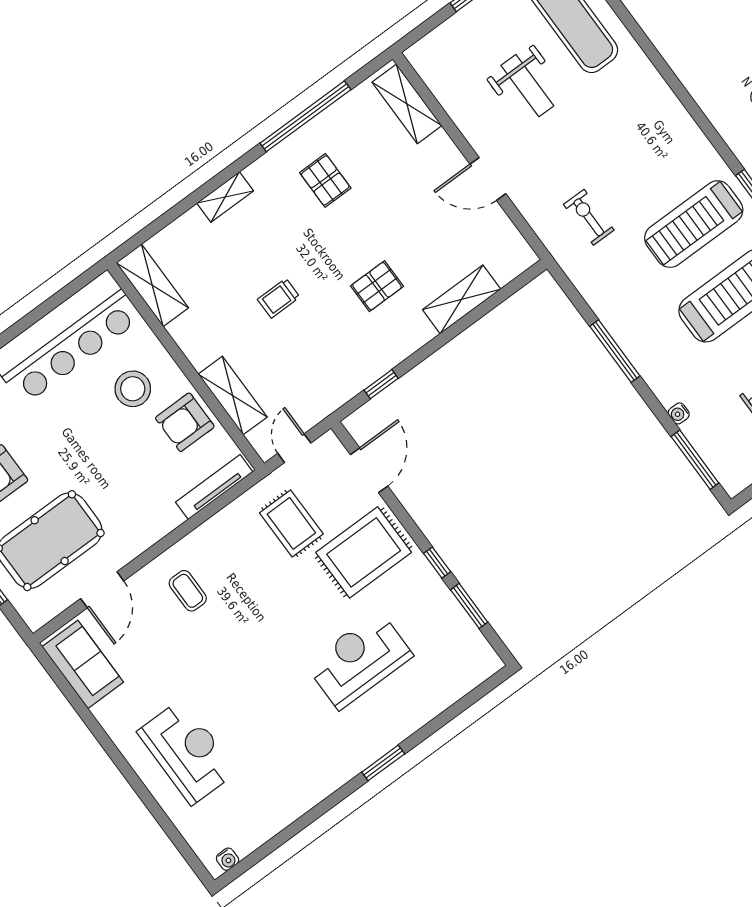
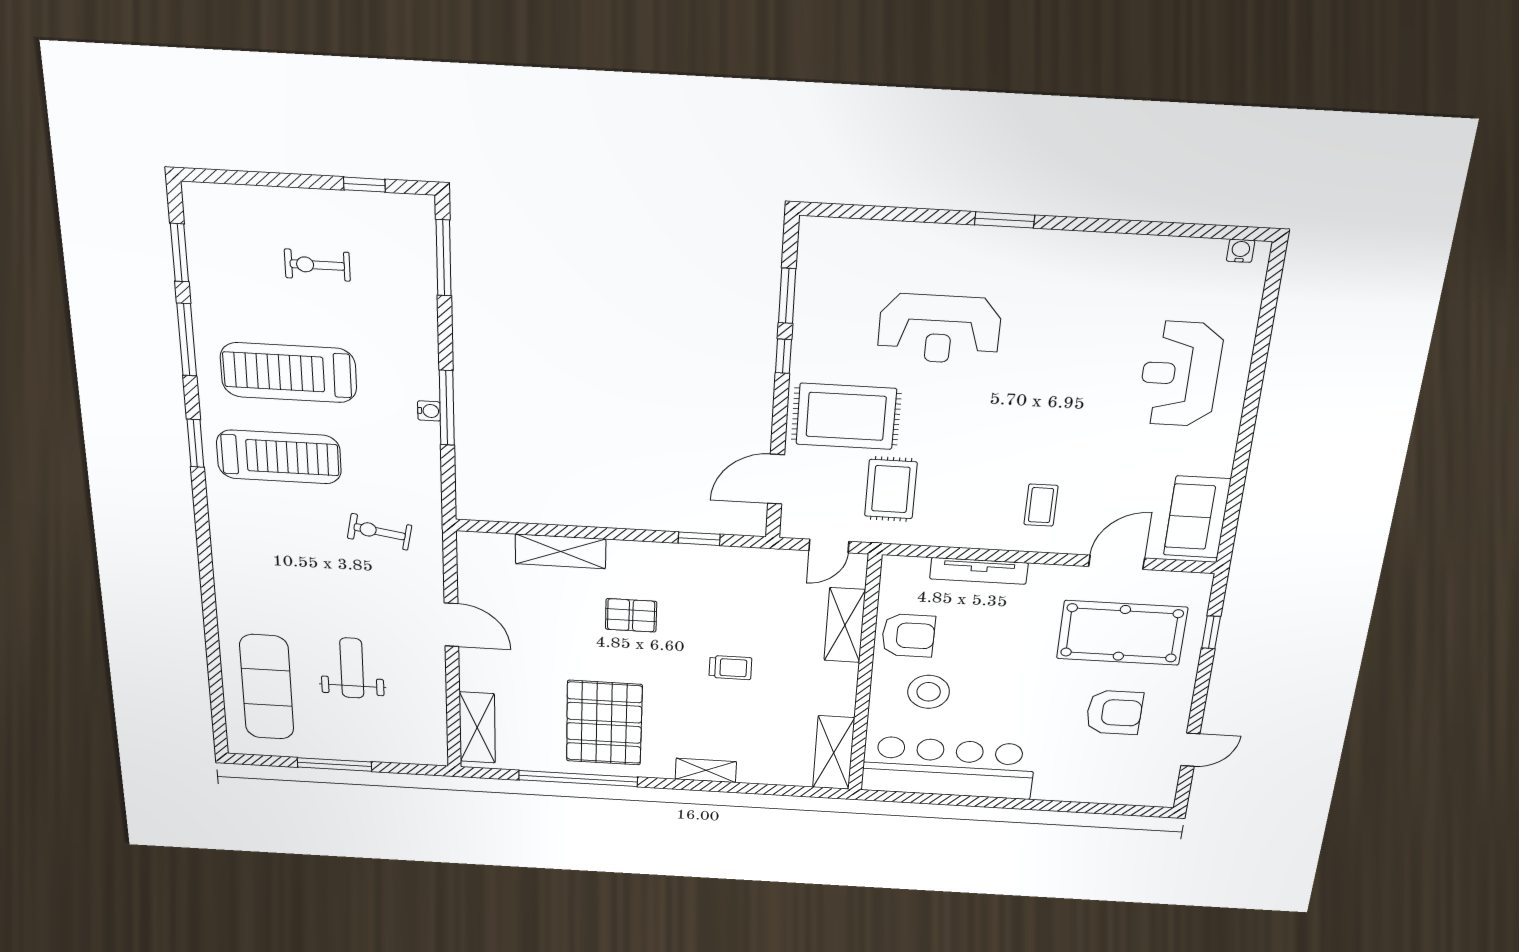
pallet: (325, 180) -> (604, 723), width x2.05, depth x2.00
exercise bike: (589, 217) -> (380, 532), turned 100
water cooler: (679, 413) -> (429, 411), moved
tv unit: (214, 487) -> (979, 571), moved

